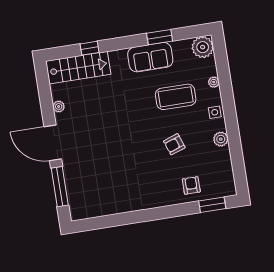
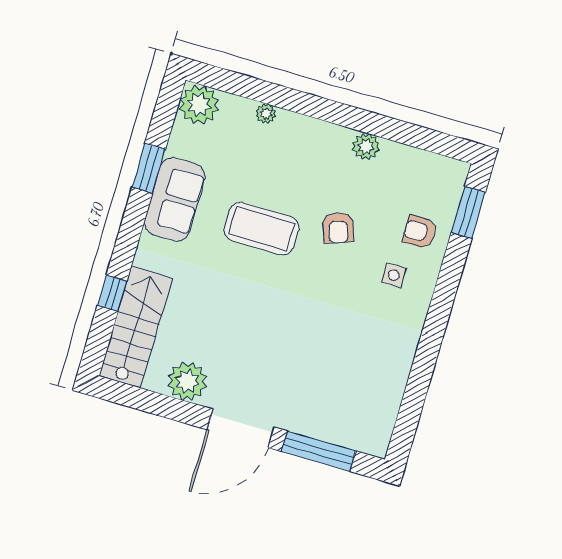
coffee table: (176, 97) -> (261, 229), moved, turned 90
plant: (59, 106) -> (187, 381), width x1.87, depth x1.87
side table: (215, 112) -> (394, 275), moved

